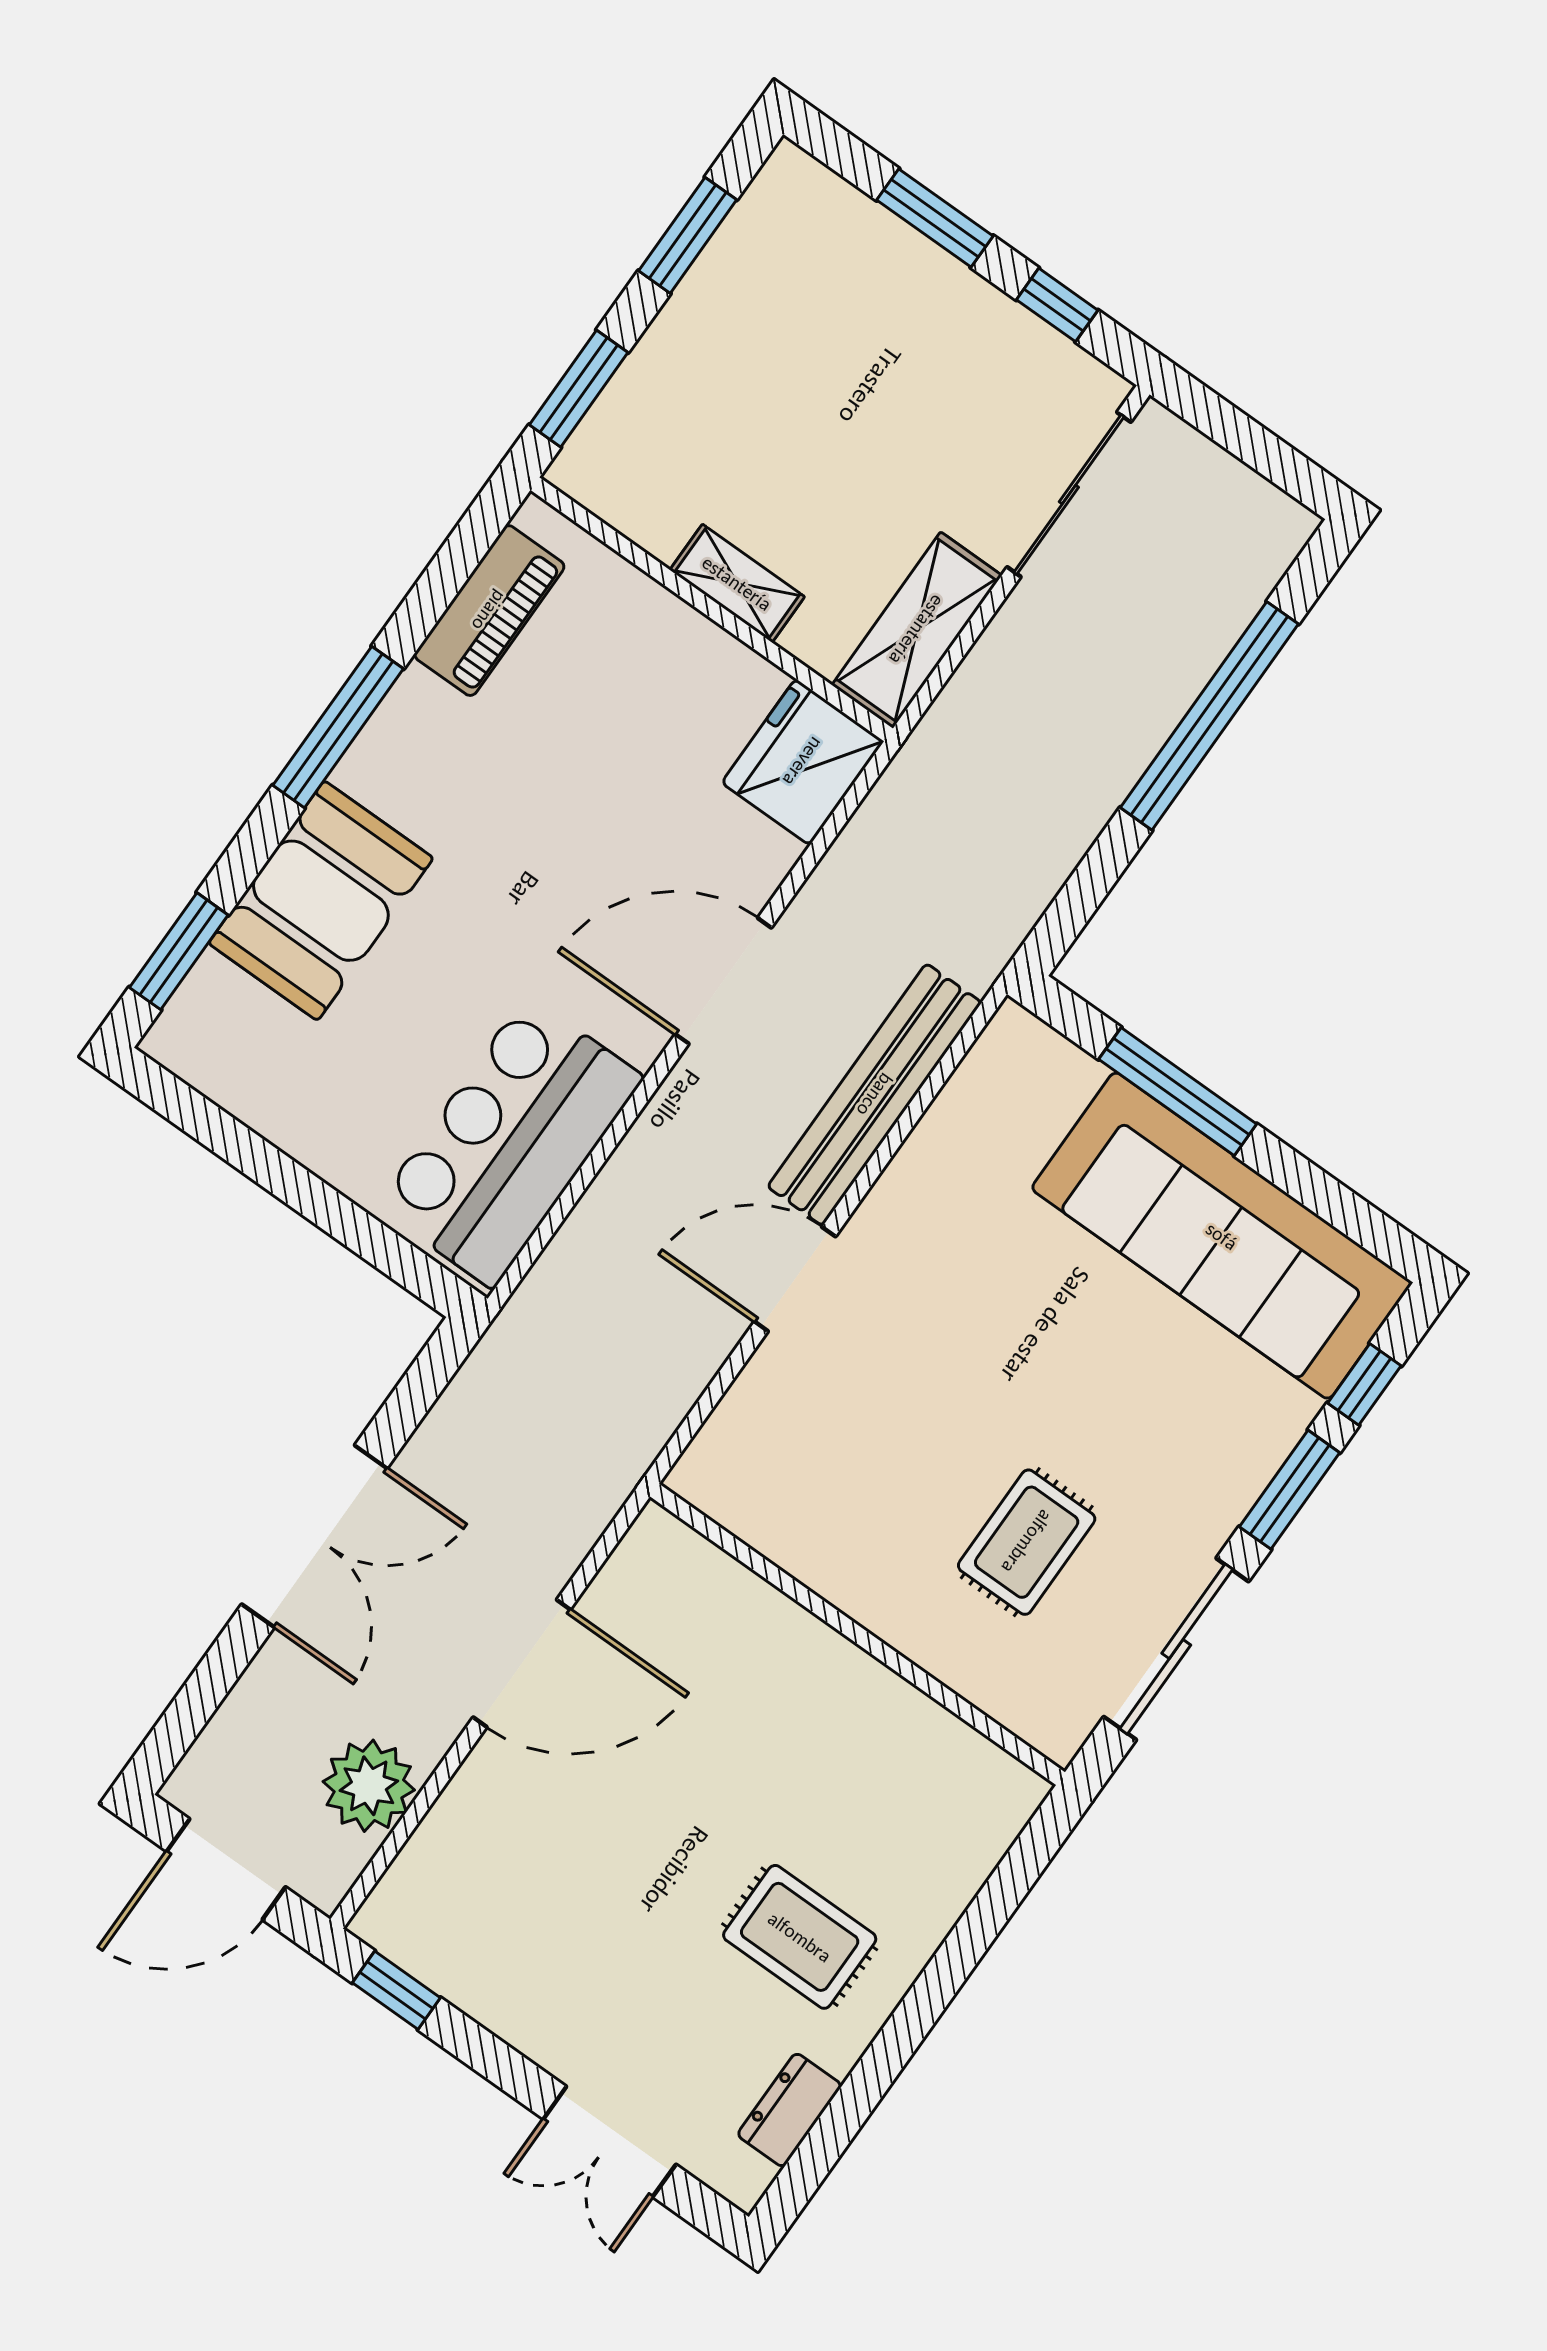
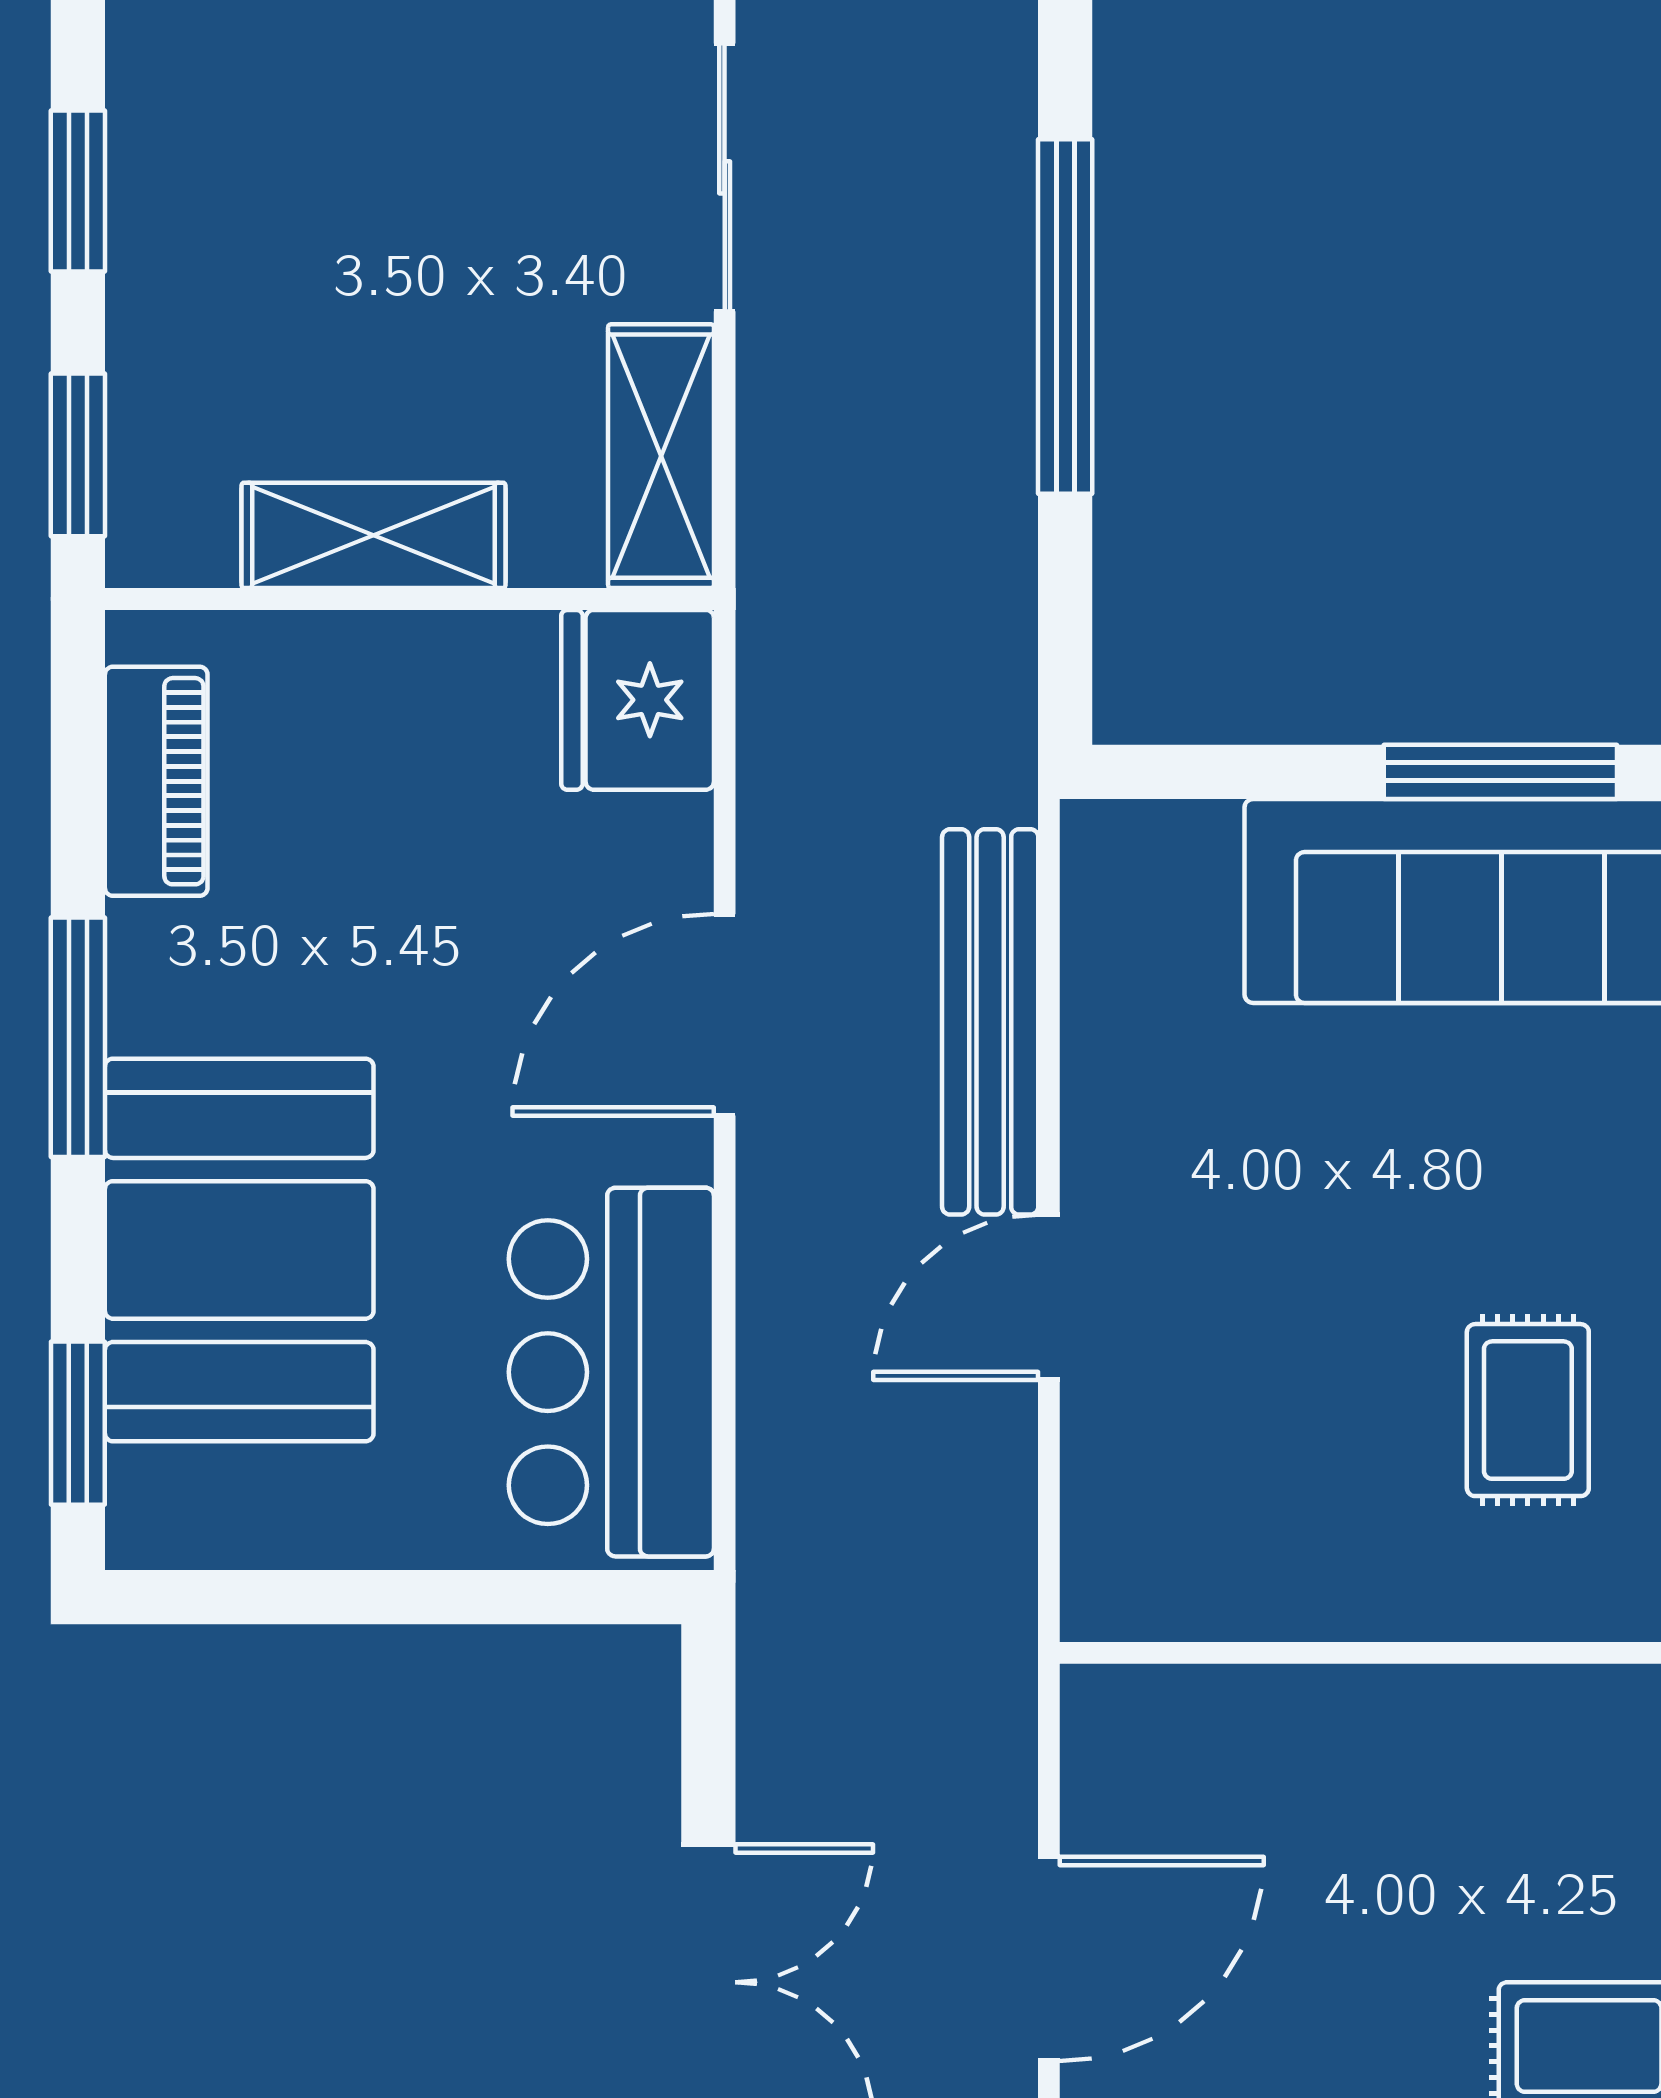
shelving: (737, 583) -> (373, 535), width x1.50, depth x1.33
booth: (321, 901) -> (239, 1250), width x1.36, depth x1.42
window: (1178, 1092) -> (1500, 772), moved

